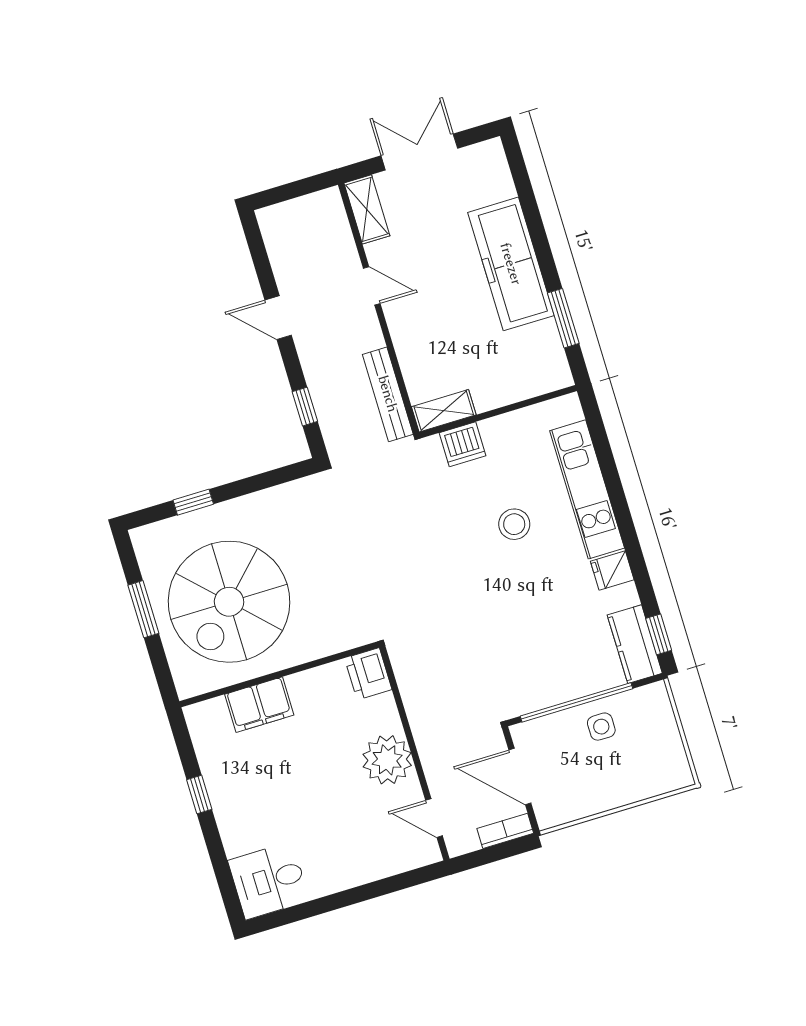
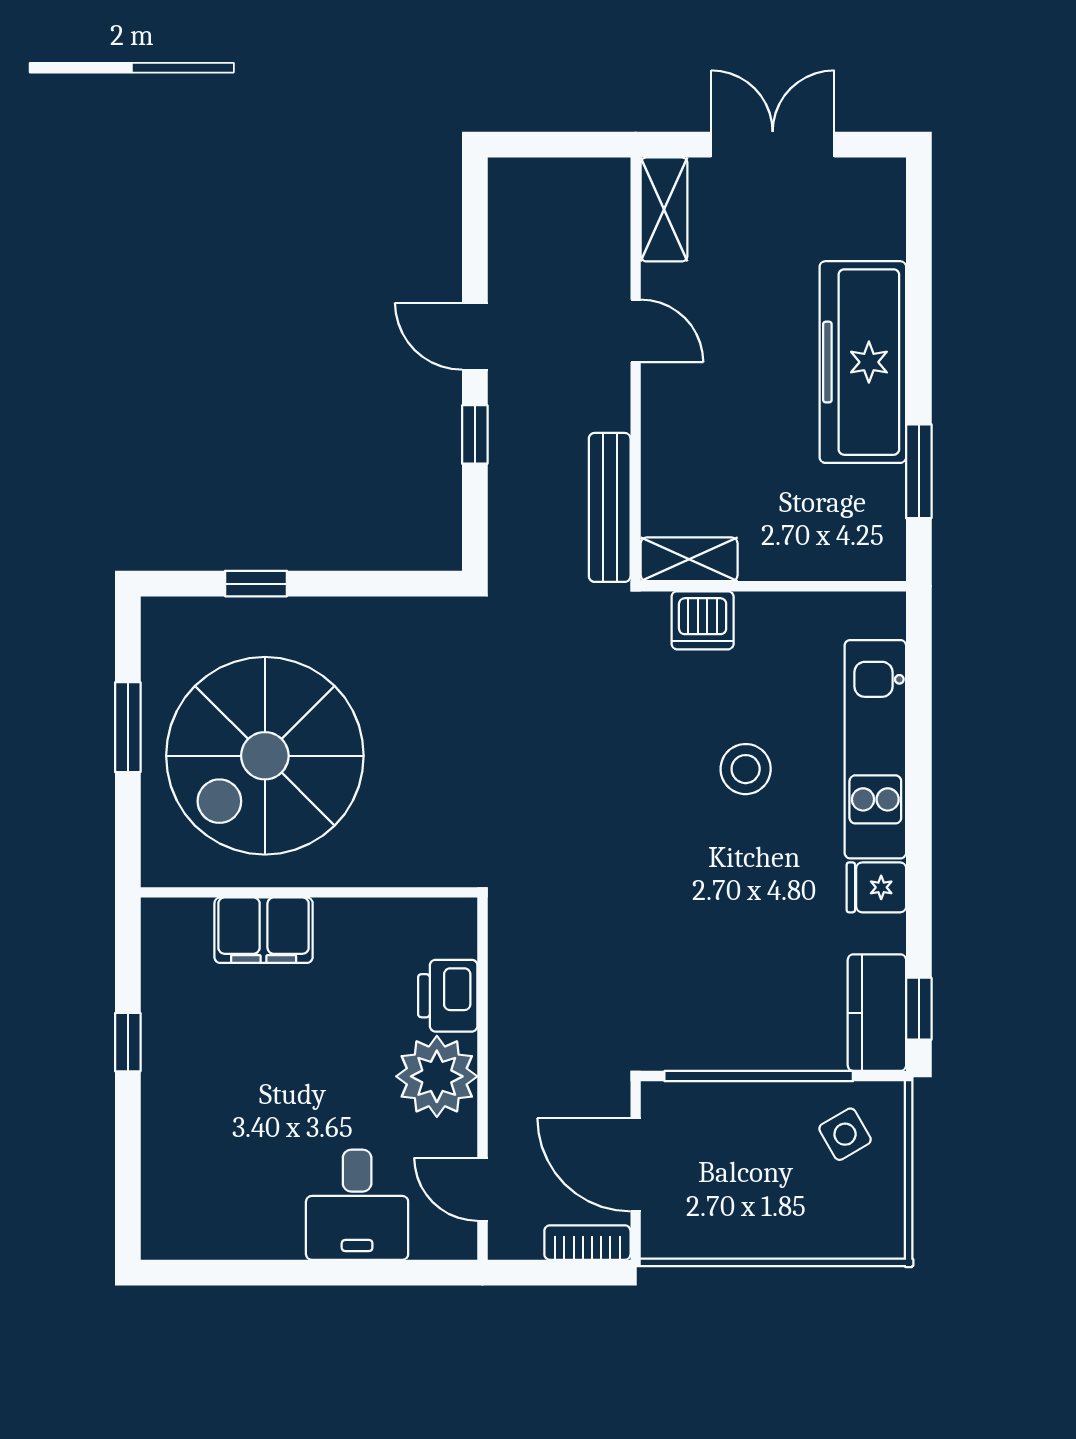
window: (305, 407) -> (475, 434), moved
printer: (368, 674) -> (448, 996), moved
side table: (601, 727) -> (845, 1134), moved, turned -30
desk: (269, 881) -> (357, 1205), moved, turned -90

